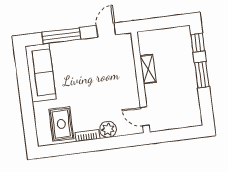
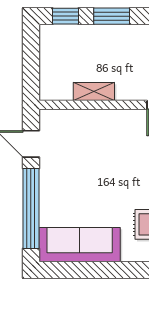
window: (61, 36) -> (31, 208), width x1.46

